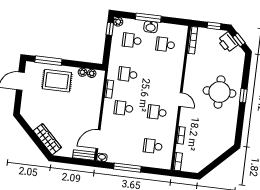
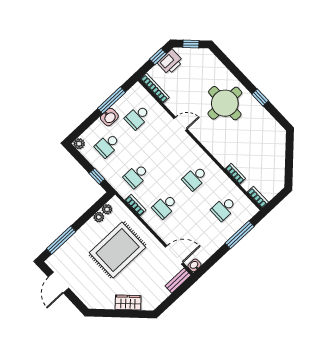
window: (148, 18) -> (111, 100), moved
window: (110, 29) -> (97, 176), moved
printer: (228, 42) -> (170, 62), moved, turned -45
rug: (57, 81) -> (118, 250), moved, width x1.37, depth x1.44
window: (243, 96) -> (260, 97), moved
door: (180, 100) -> (180, 124), moved
wardrobe: (47, 139) -> (128, 303), width x0.67
door: (98, 139) -> (174, 255), swing flipped
window: (127, 168) -> (240, 235), moved

